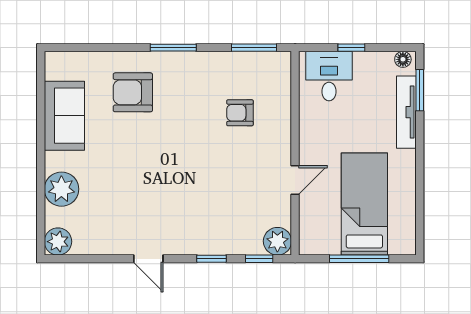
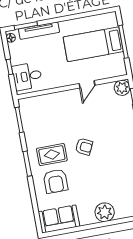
rug: (182, 94) -> (52, 155), added
armchair: (240, 113) -> (84, 147), moved, turned -64
sofa: (64, 116) -> (59, 219), moved
door: (295, 180) -> (87, 84), swing flipped
plant: (61, 189) -> (105, 212), moved

